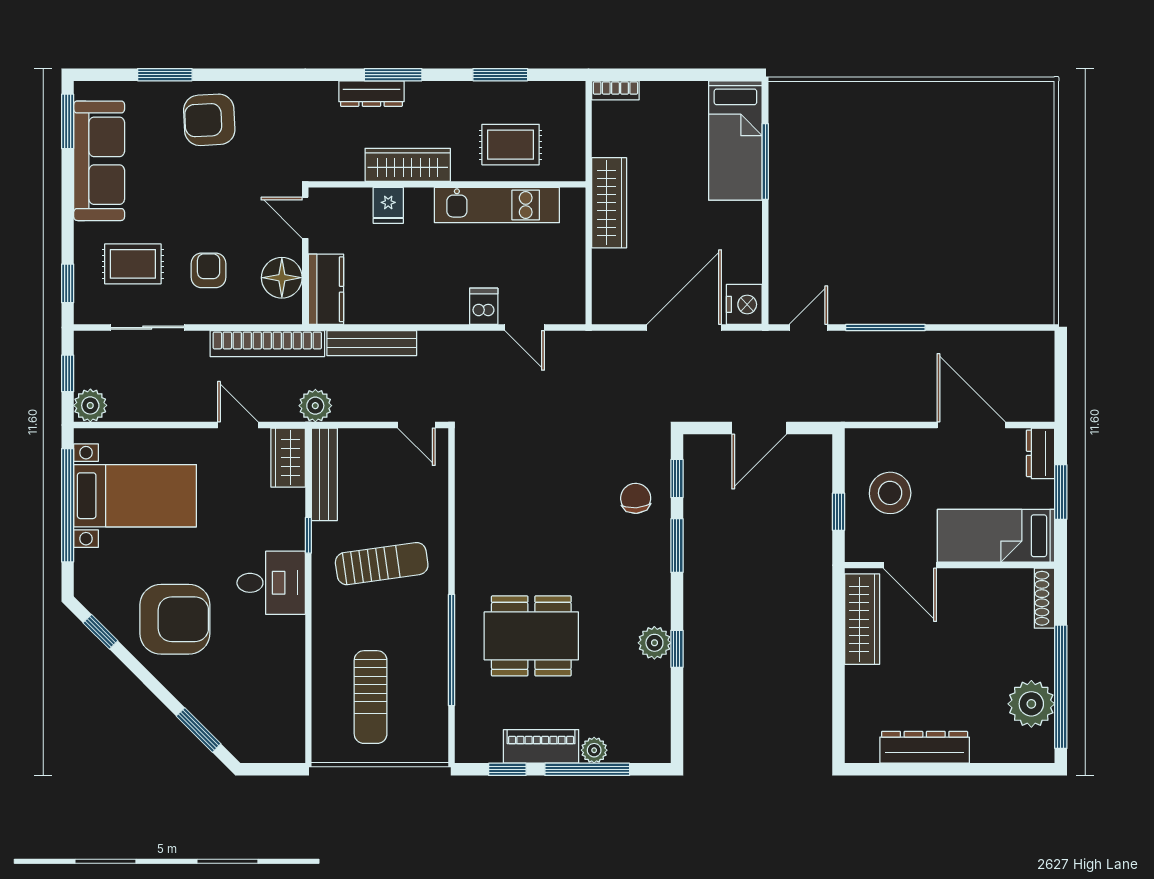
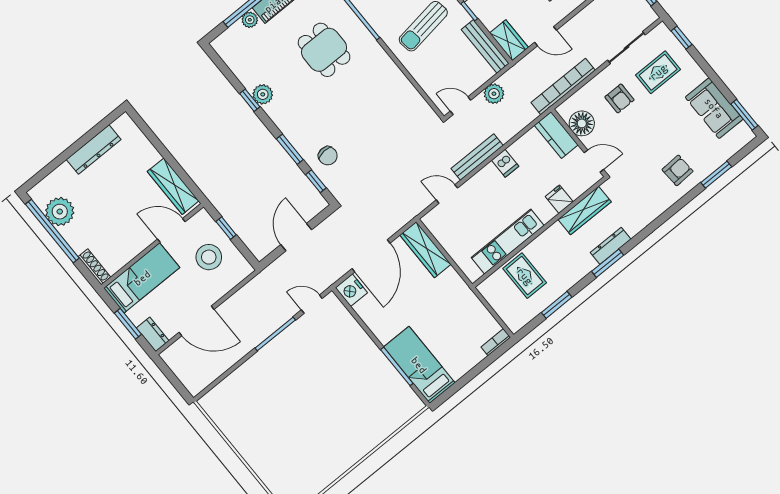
armchair: (209, 120) -> (678, 170), width x0.72, depth x0.72
rug: (511, 145) -> (525, 276), turned 90
sofa: (99, 161) -> (714, 108), width x0.73
wardrobe: (408, 165) -> (585, 211), moved
wardrobe: (609, 203) -> (425, 250), moved
dishwasher: (484, 306) -> (505, 163), moved
door: (808, 328) -> (312, 304), swing flipped
bench: (372, 343) -> (477, 157), moved
plant: (315, 406) -> (494, 94), moved
dining table: (531, 636) -> (324, 50), width x0.73

